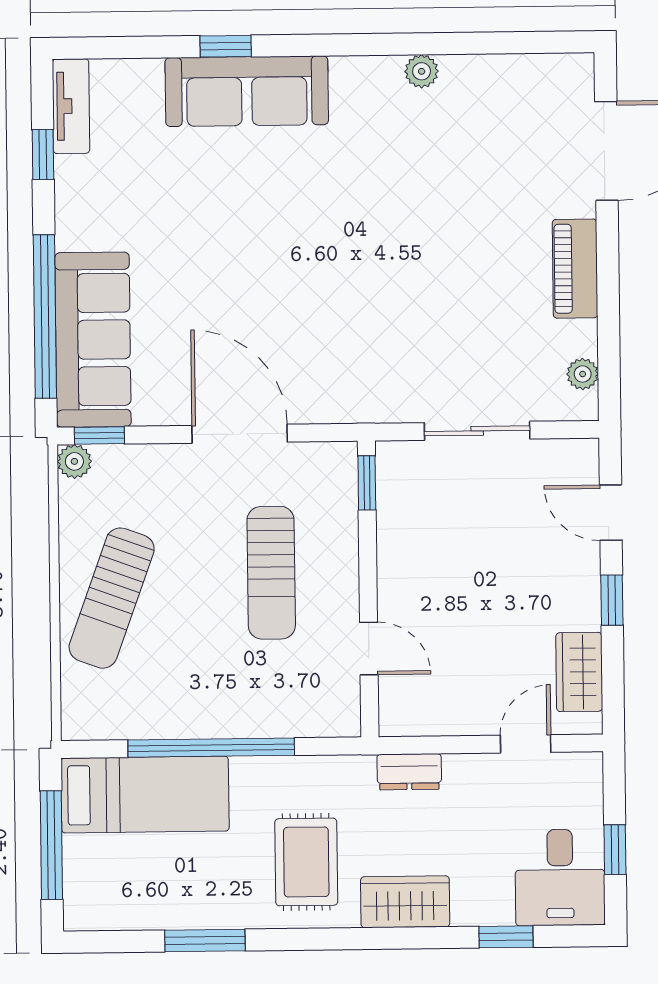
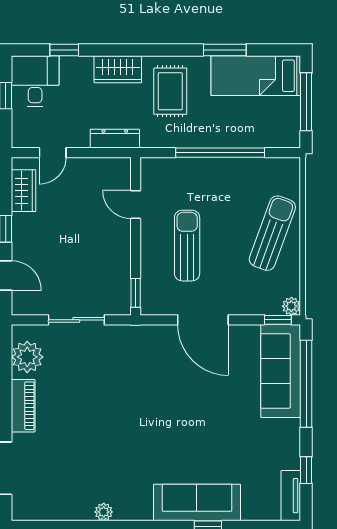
plant: (583, 374) -> (27, 357), width x1.88, depth x1.88
dresser: (409, 772) -> (115, 139), width x1.44
bed: (145, 795) -> (256, 76), moved

